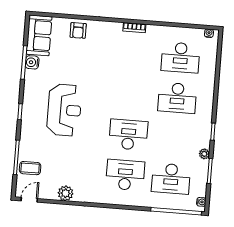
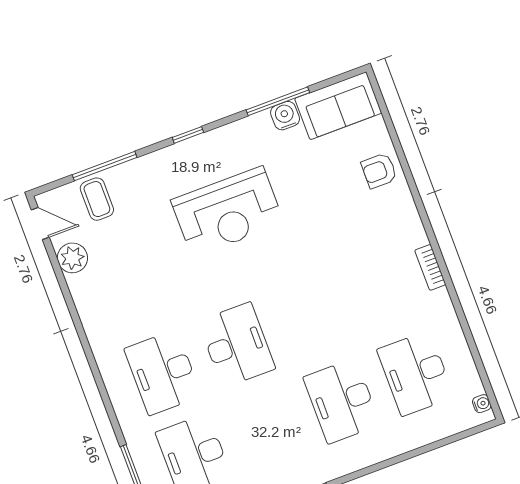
desk: (125, 175) -> (163, 373), turned 180
plant: (66, 193) -> (72, 258), moved

